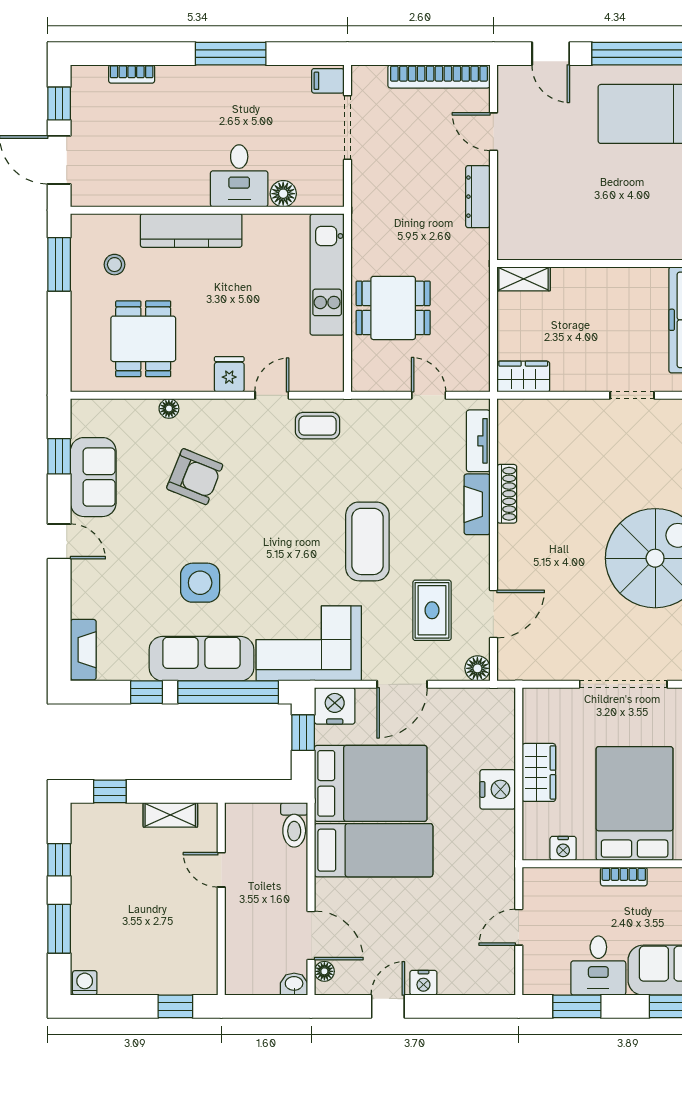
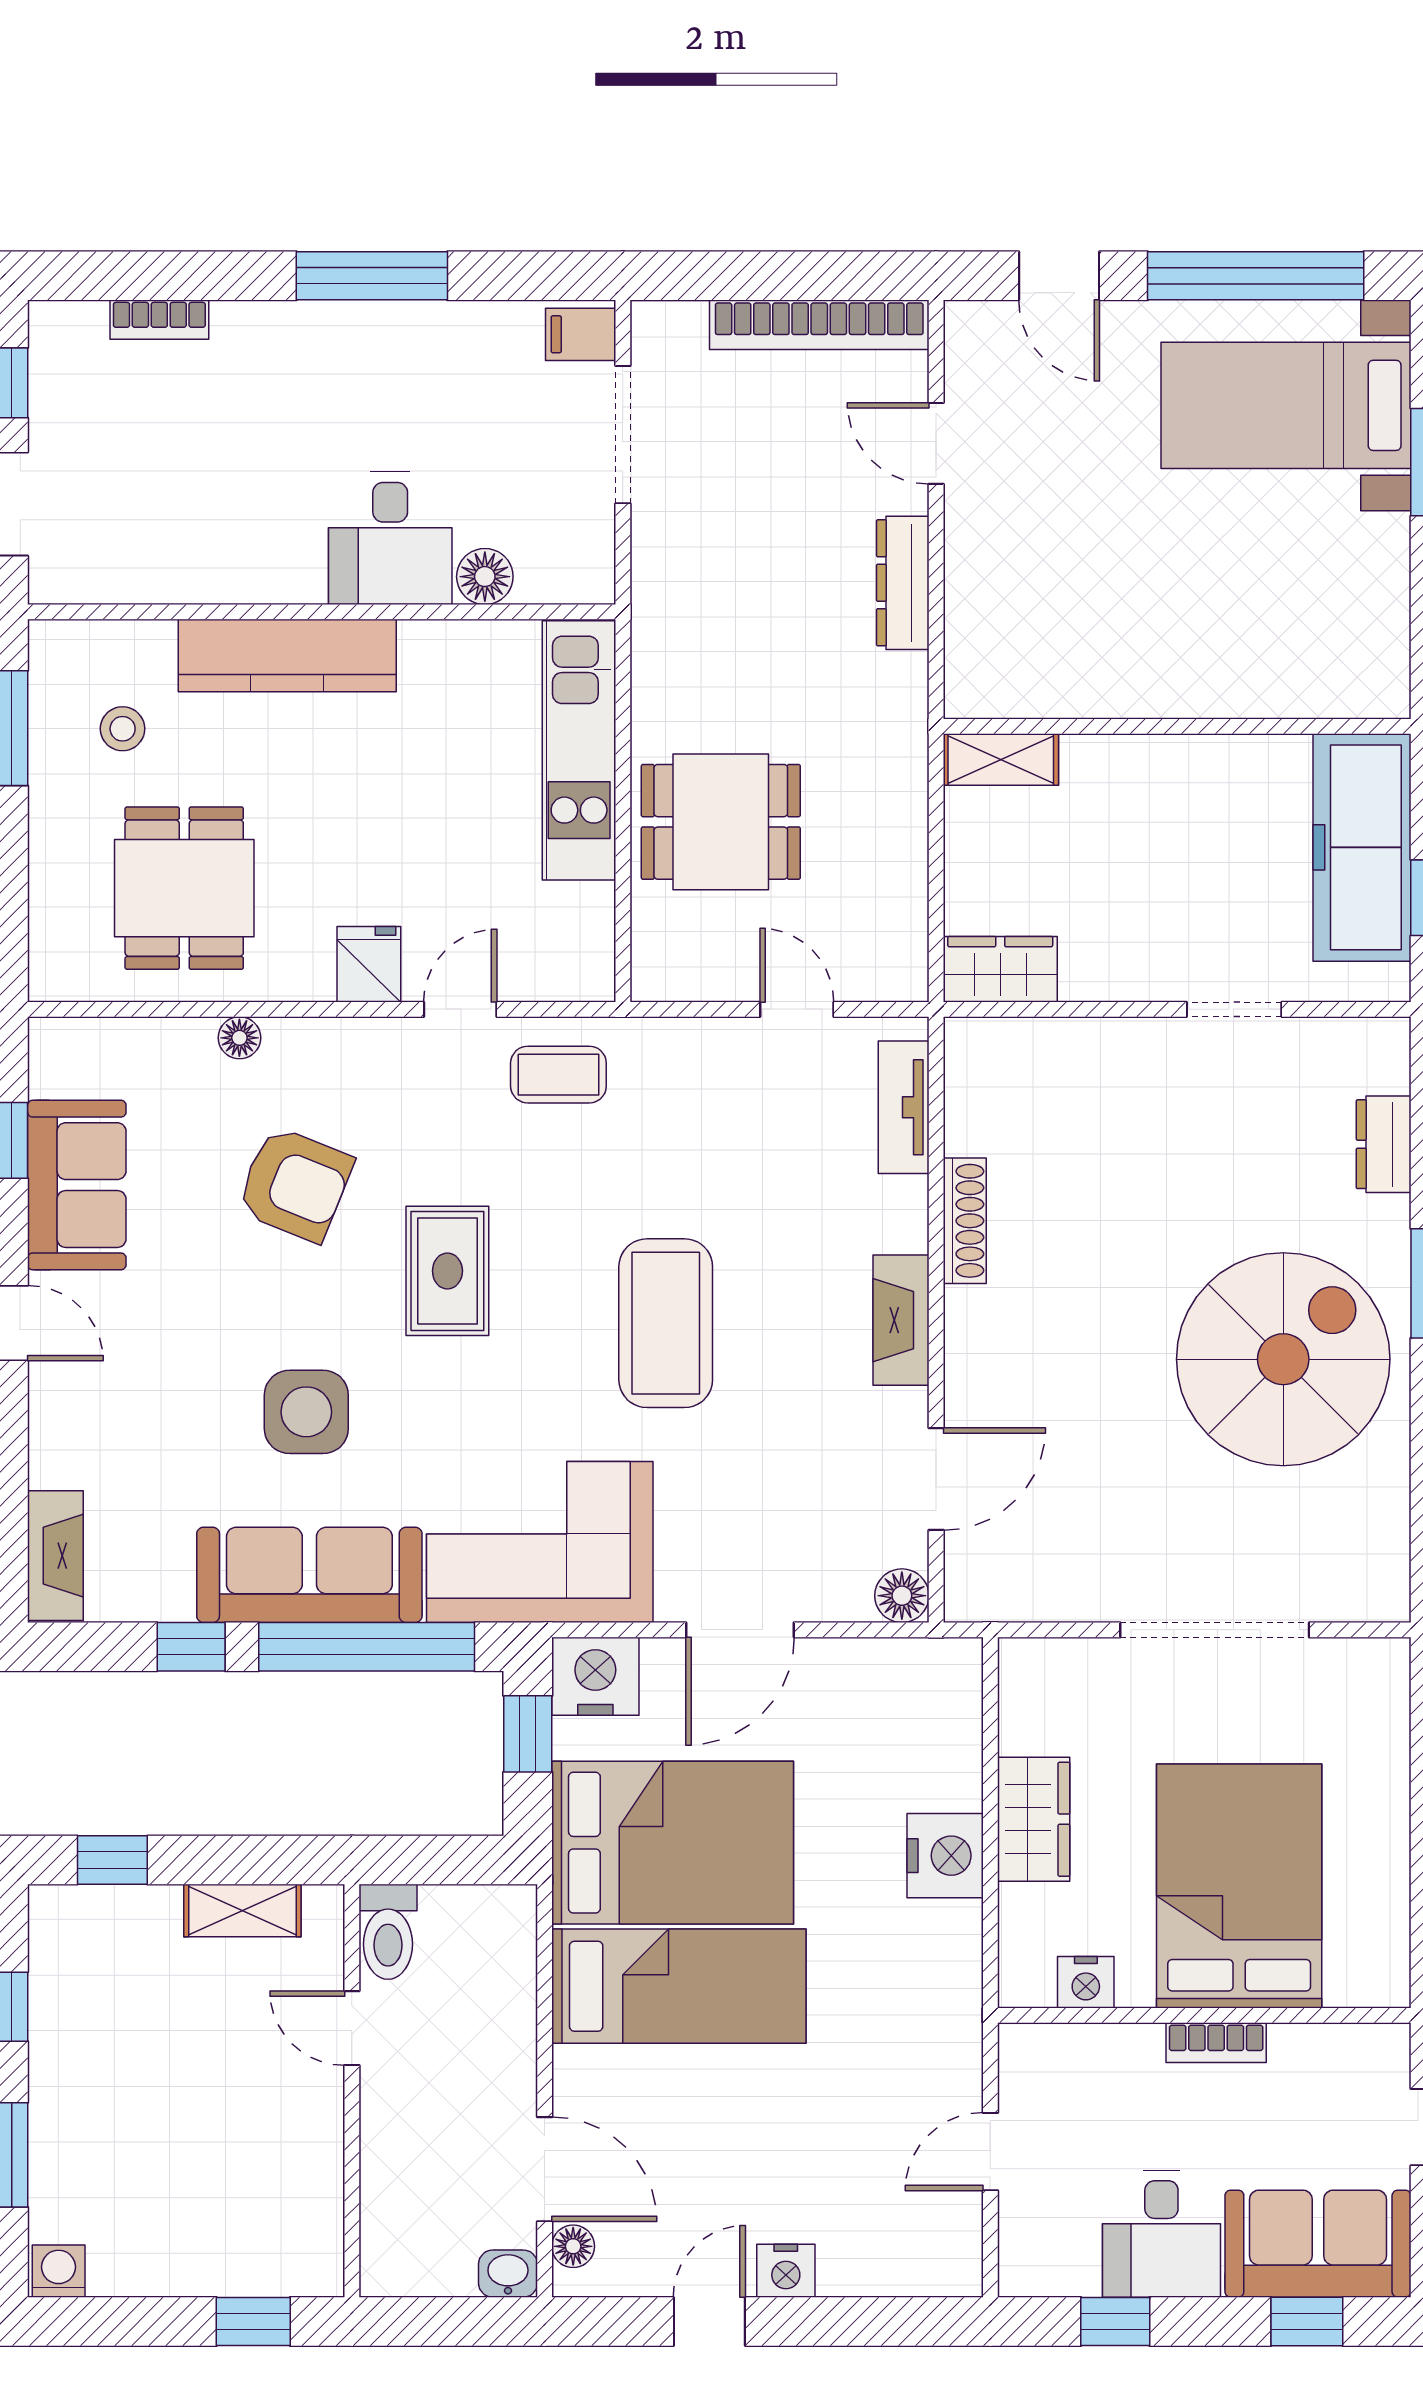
fireplace: (477, 504) -> (901, 1320), moved
rug: (432, 610) -> (447, 1271), moved
toilet: (294, 825) -> (388, 1932), moved
window: (577, 1006) -> (1115, 2321), width x0.67

